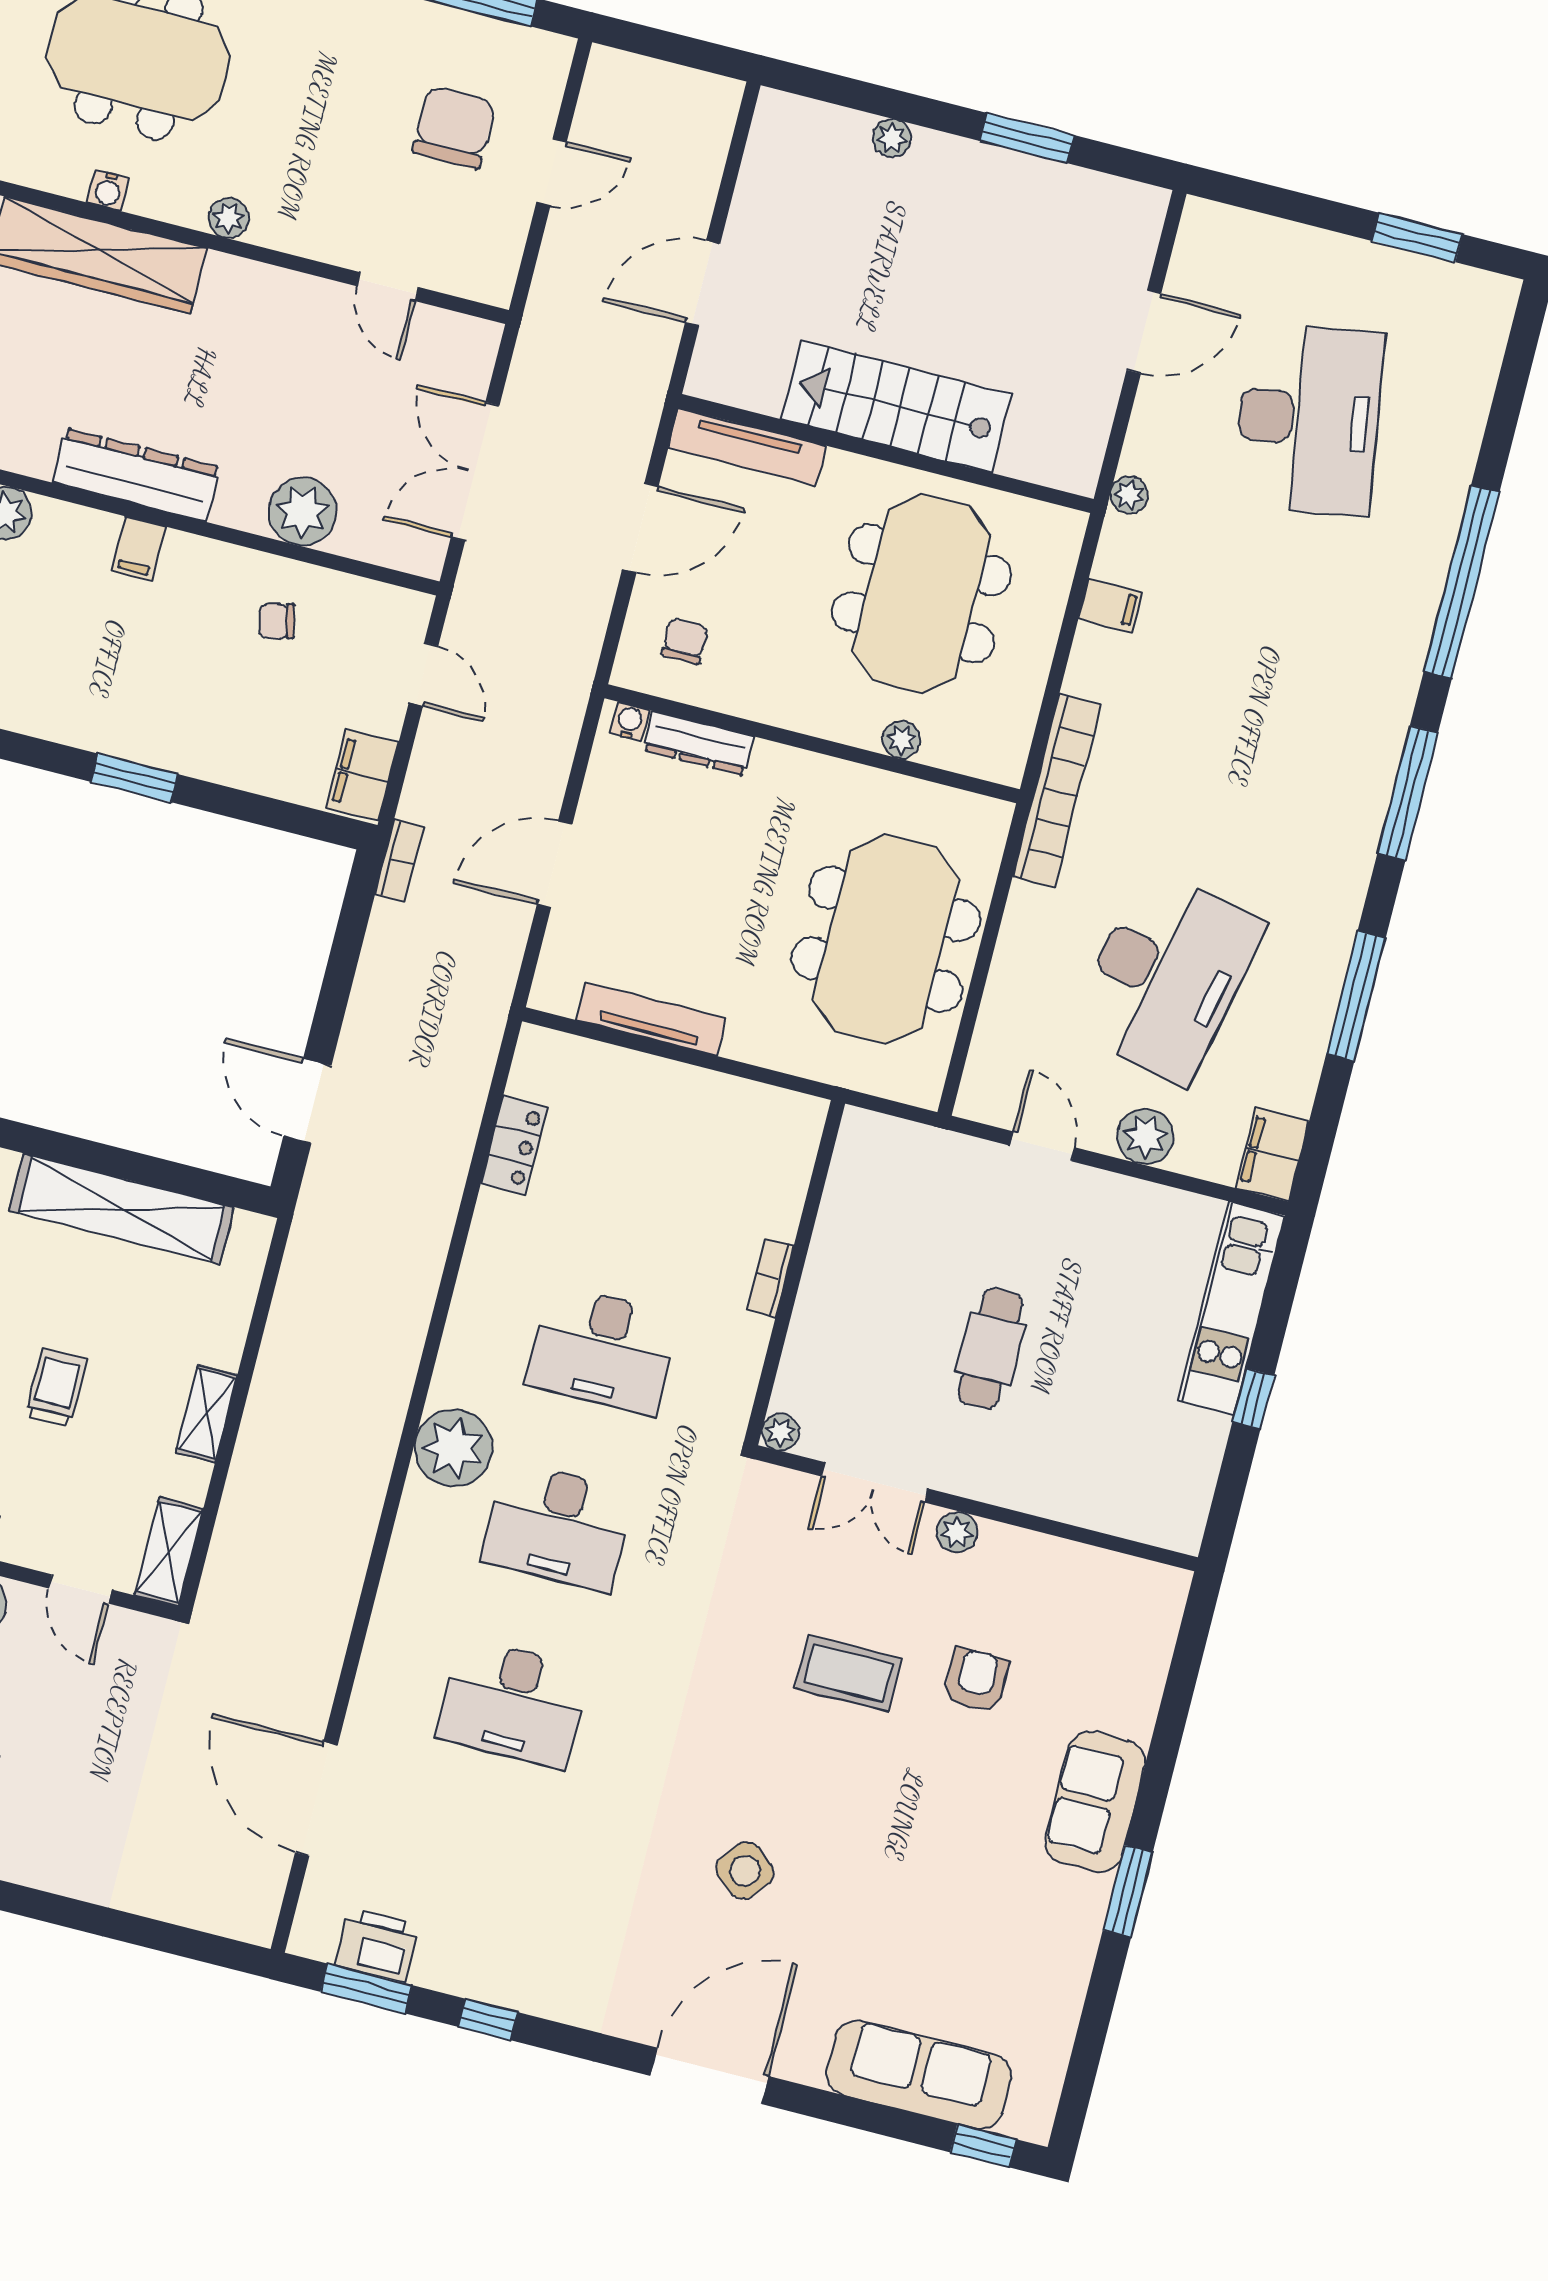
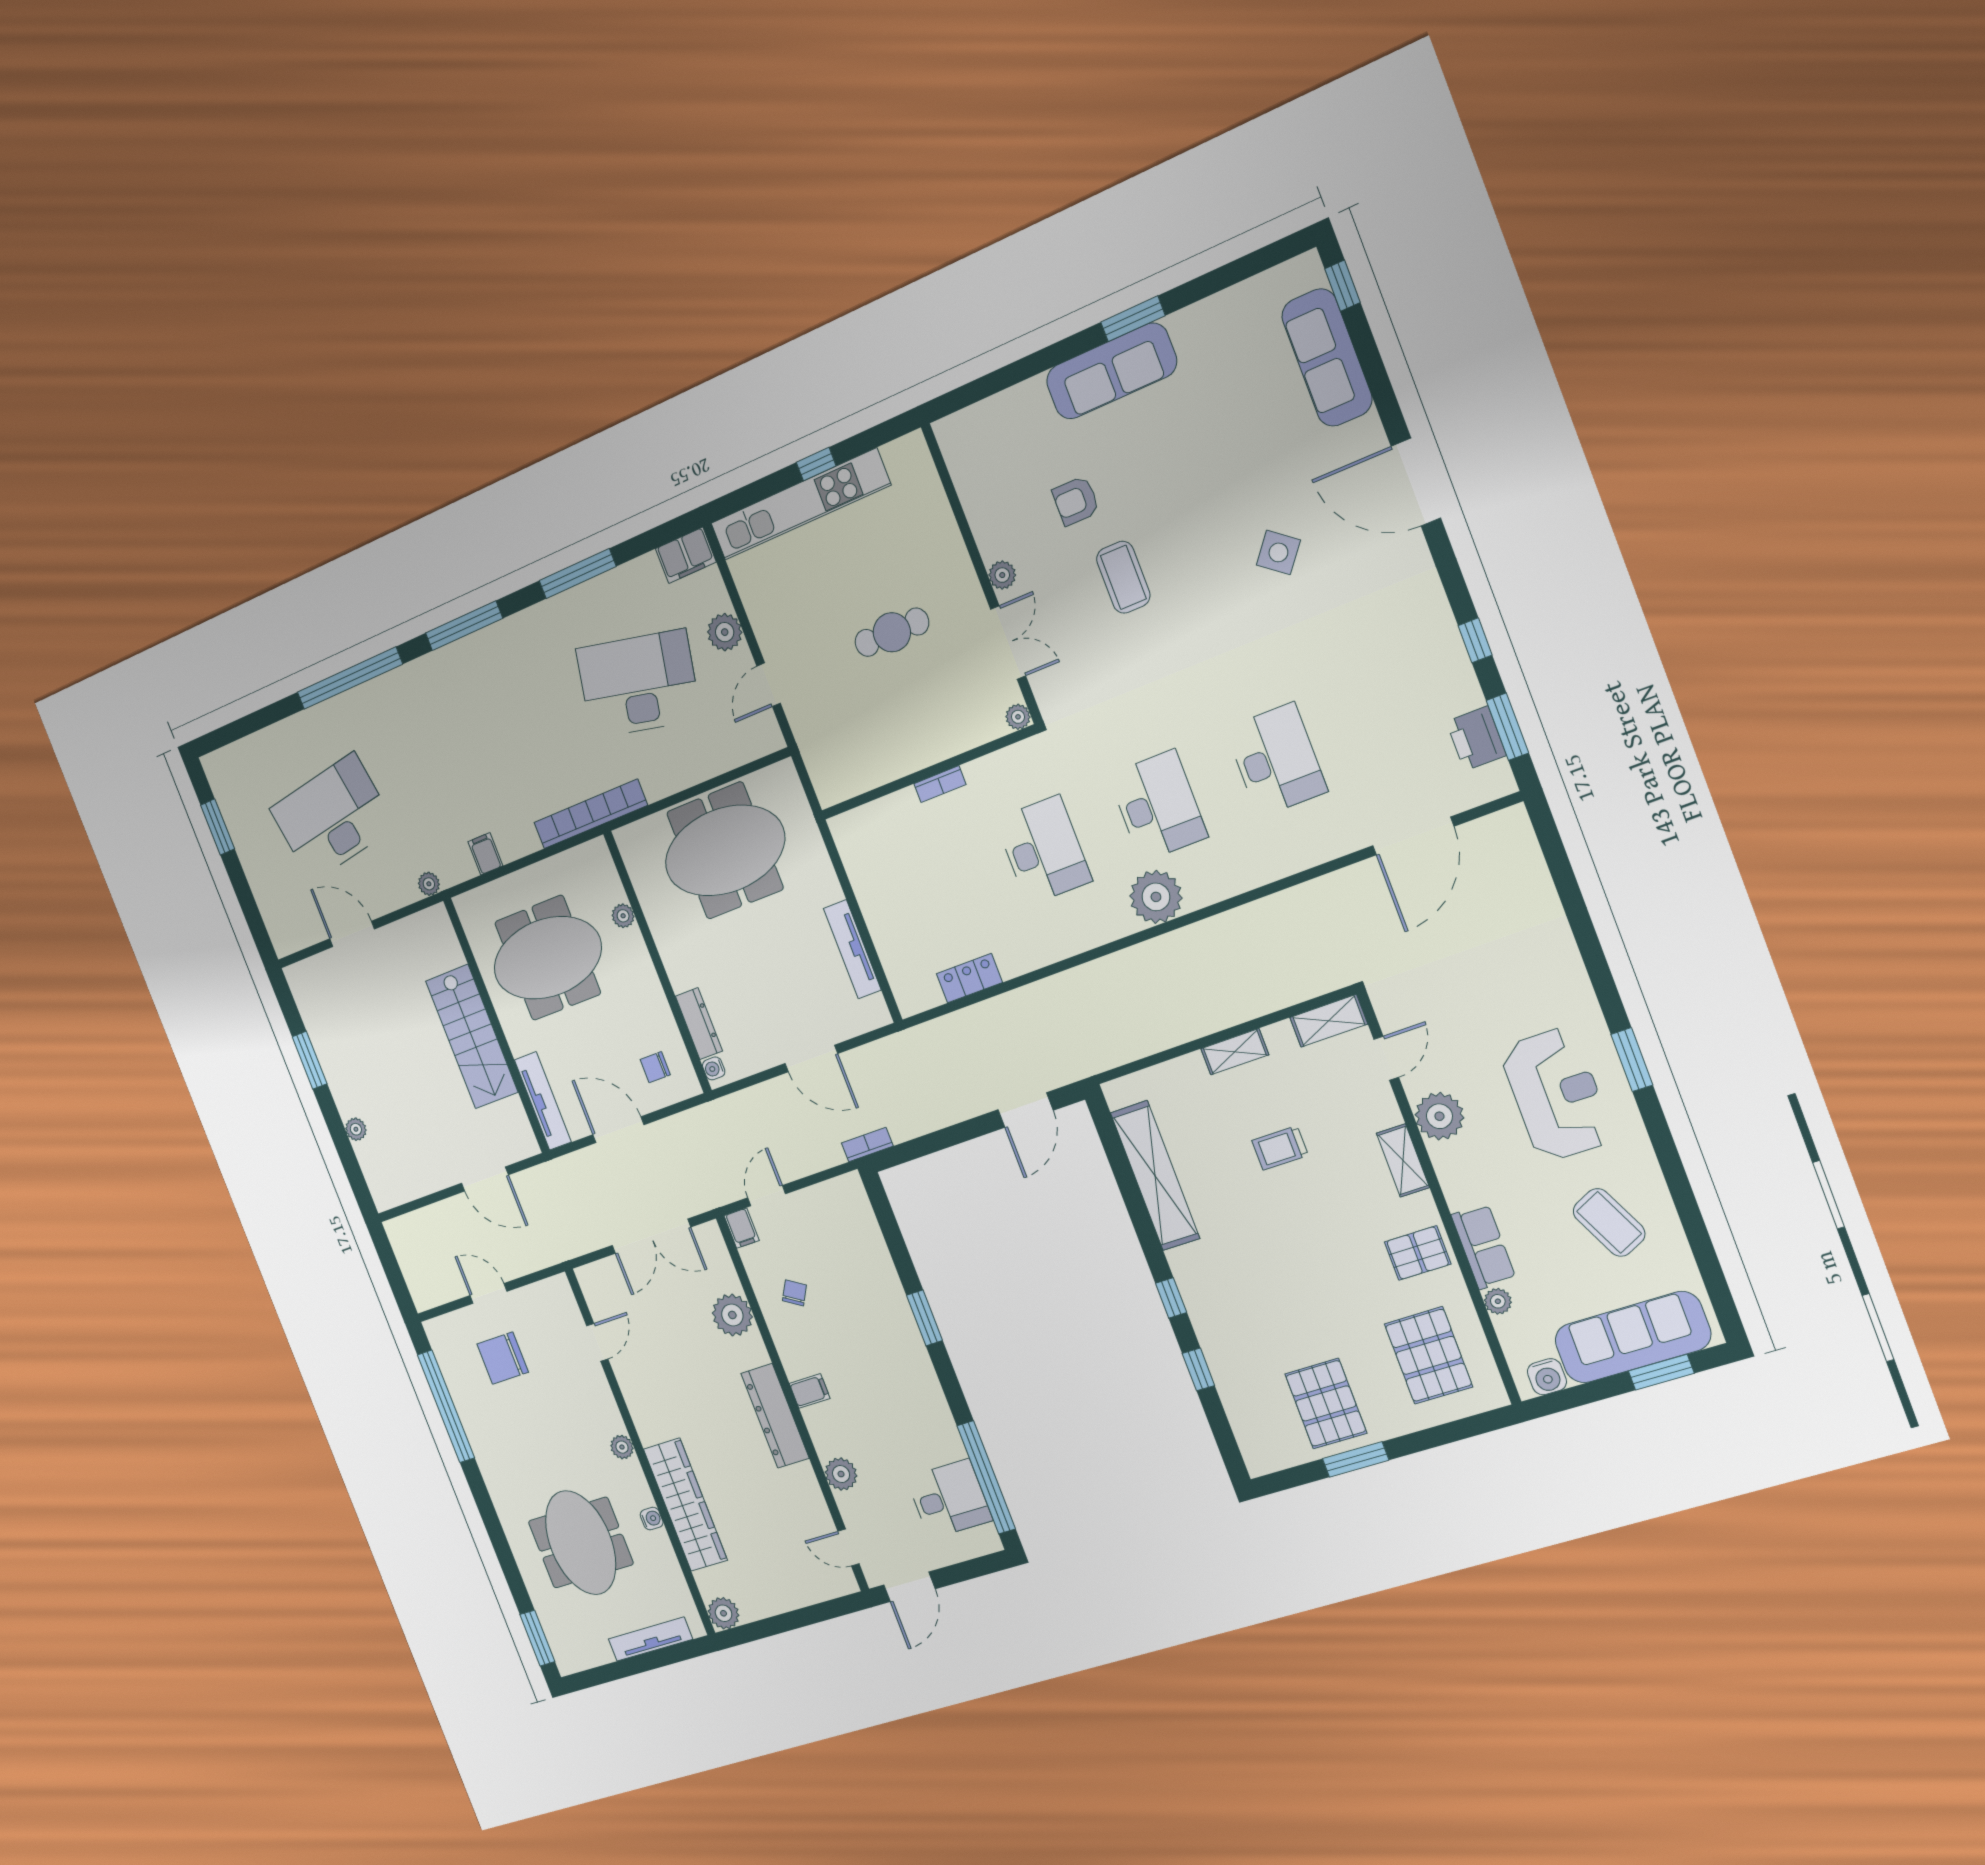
chair: (277, 621) -> (794, 1293), turned -135
filing cabinet: (362, 775) -> (742, 1228), moved, width x0.50
kitchen unit: (1231, 1308) -> (800, 504), width x1.36
sofa: (1095, 1802) -> (1111, 371), width x1.36

